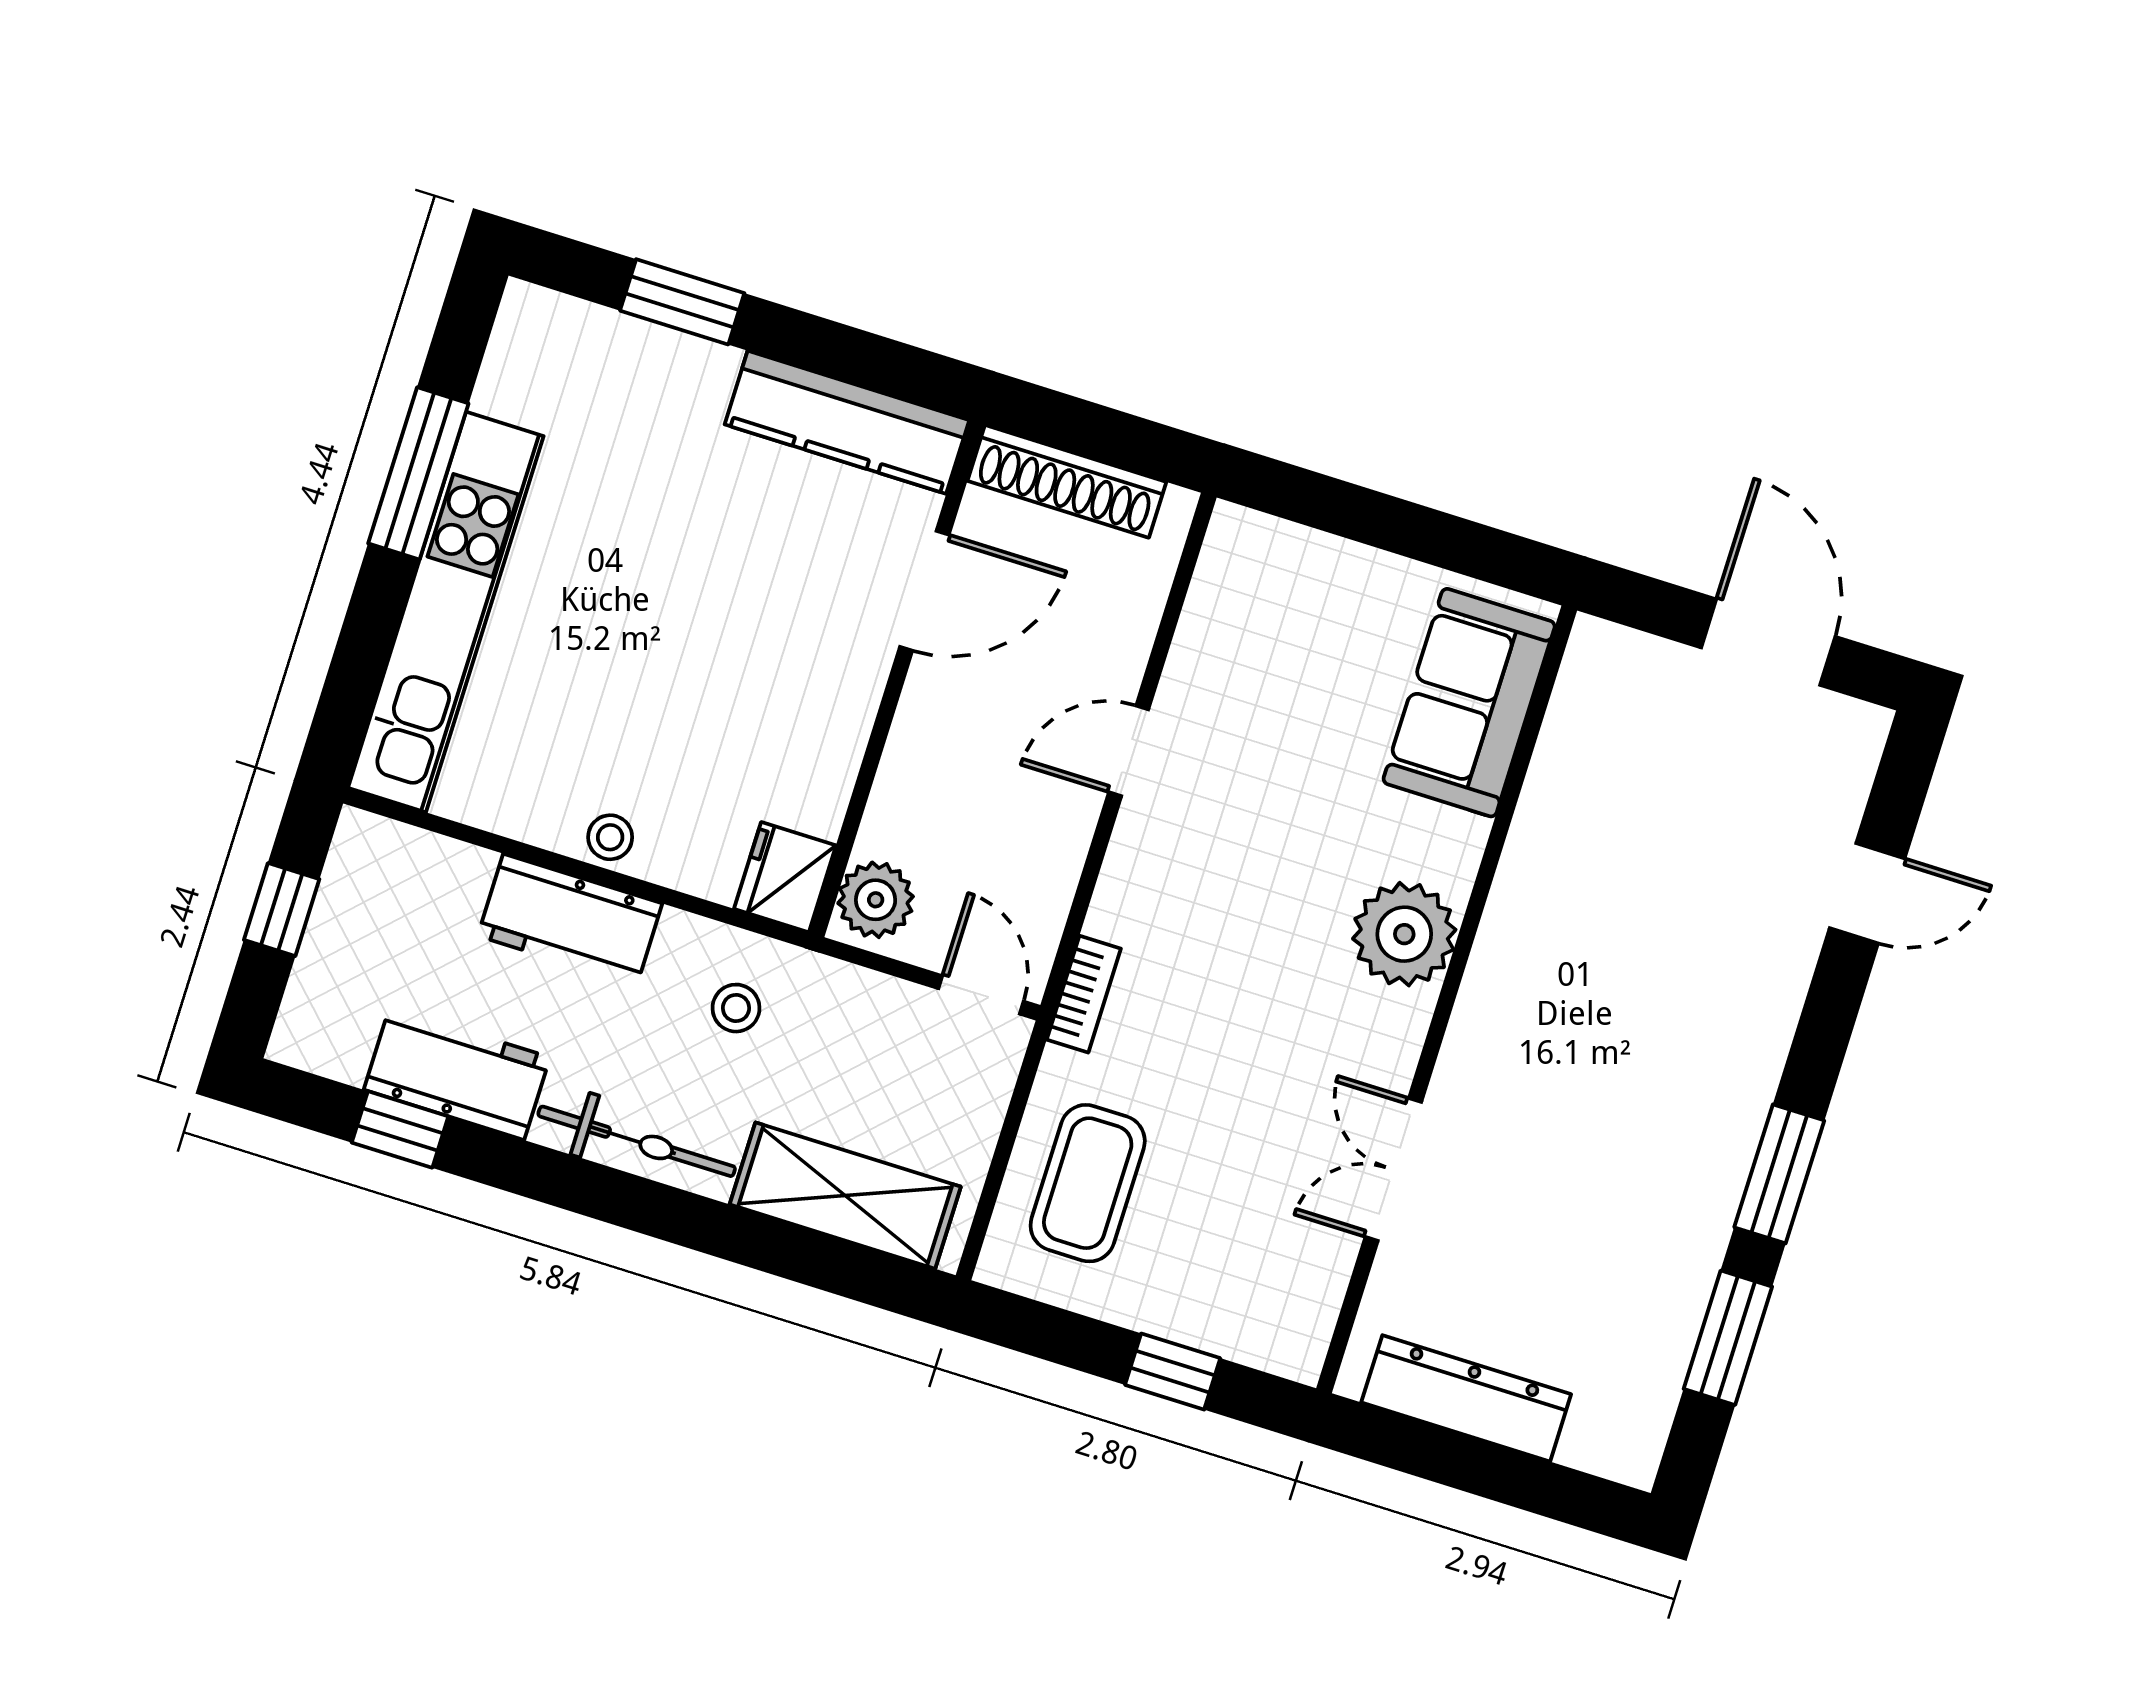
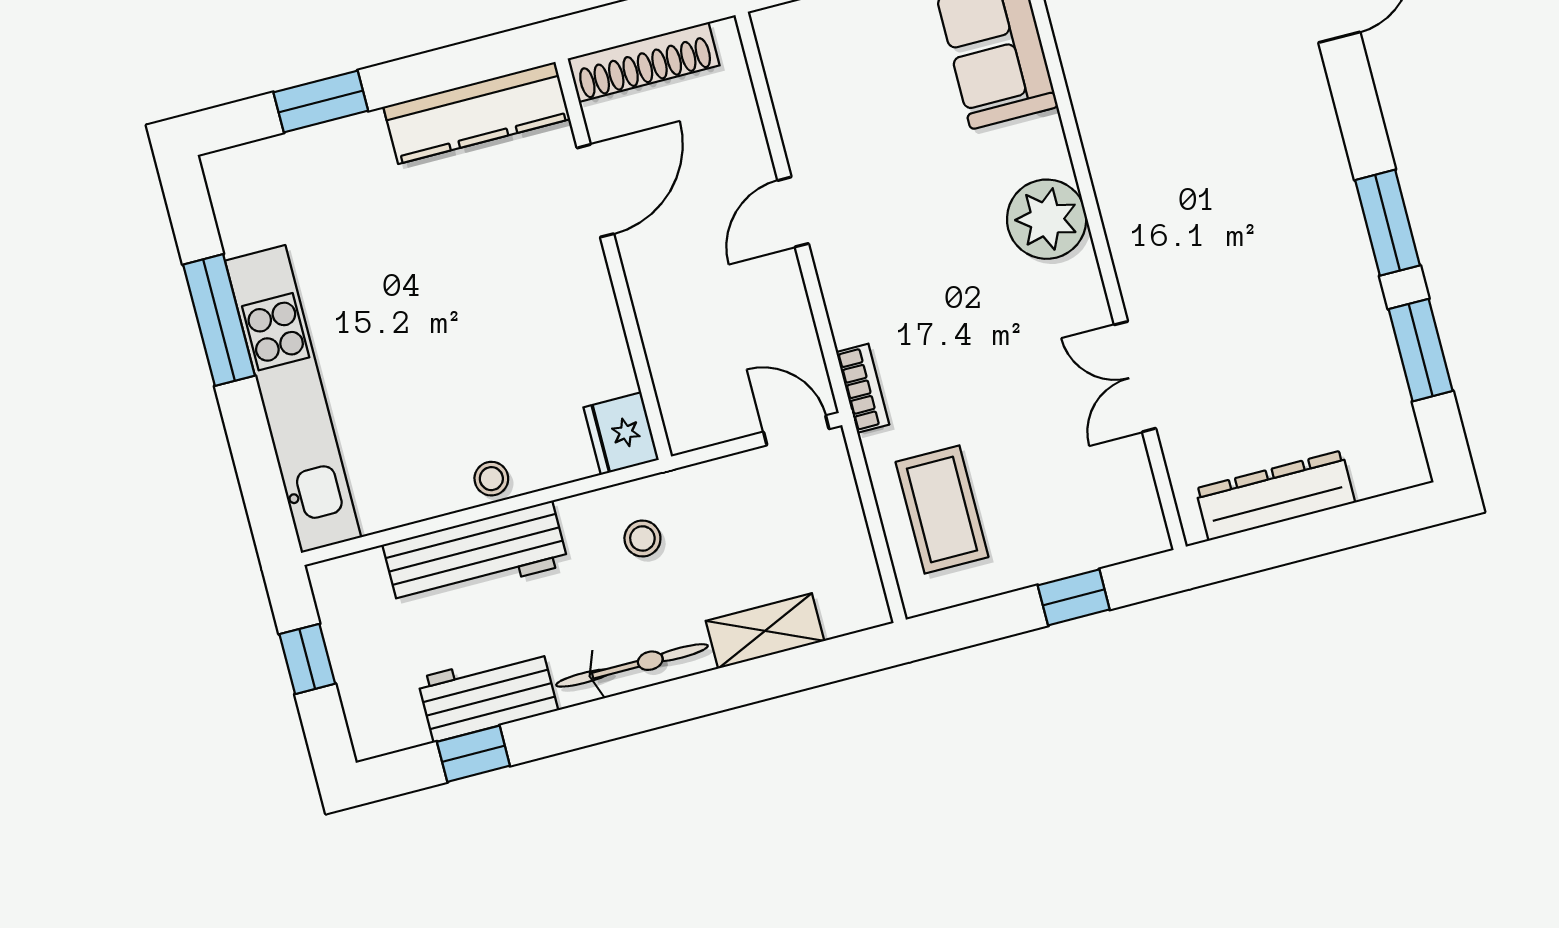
plant: (876, 900) -> (689, 411), removed
workbench: (570, 920) -> (475, 555), width x1.38
shelving: (845, 1196) -> (765, 631), width x0.67, depth x0.75

